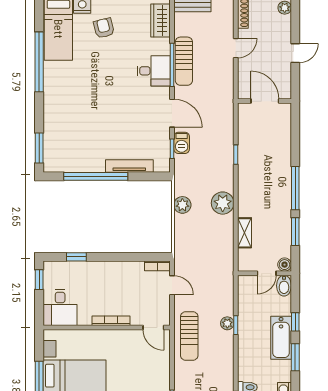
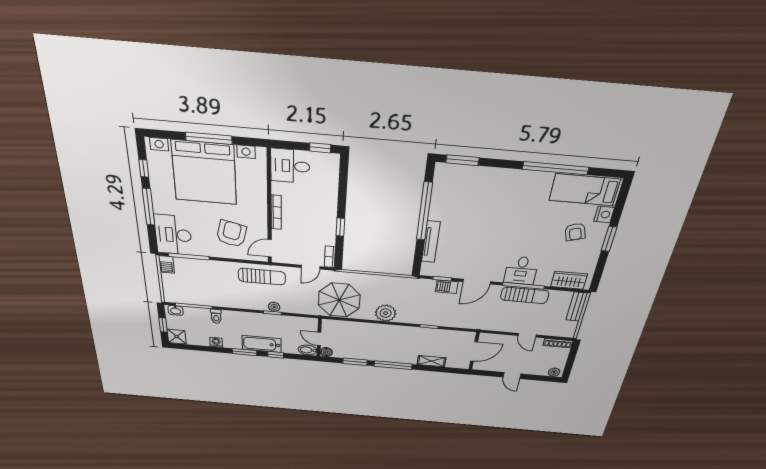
armchair: (104, 28) -> (575, 232), turned 87
sun lounger: (184, 61) -> (525, 295), turned 180
plant: (182, 205) -> (387, 282), removed
shelving: (245, 233) -> (431, 361), moved
parasol: (211, 254) -> (339, 300), added
window: (76, 257) -> (340, 227), moved
sun lounger: (189, 336) -> (262, 277), turned 180
armchair: (140, 366) -> (231, 234), added

